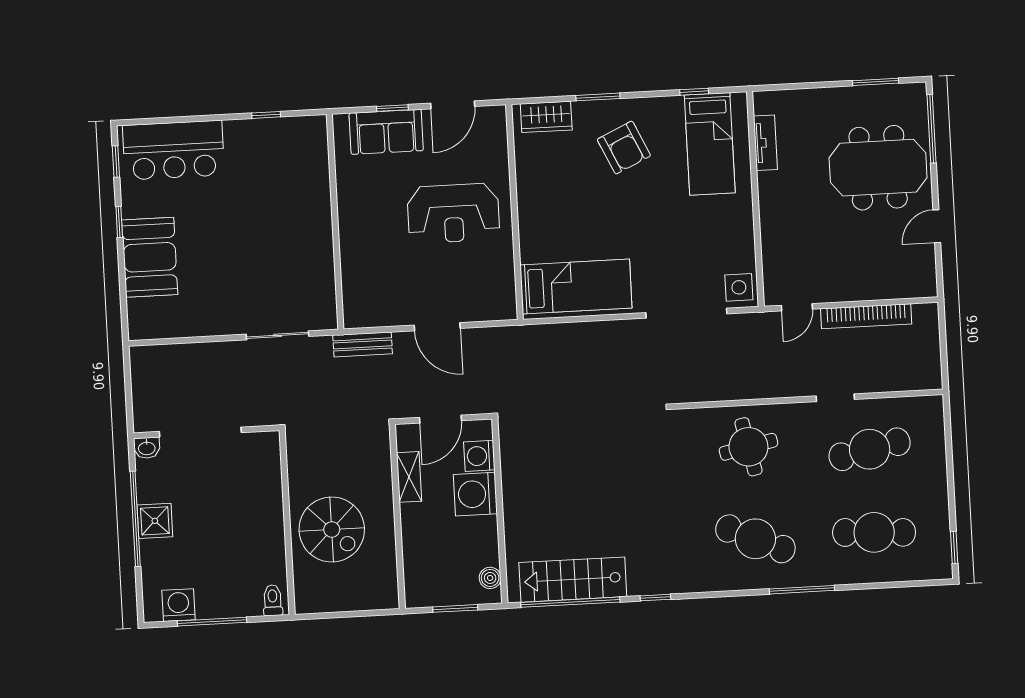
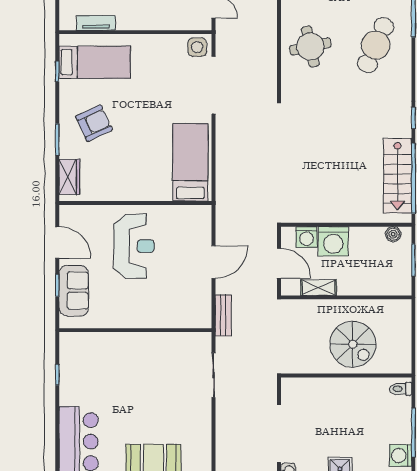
spiral stairs: (332, 529) -> (353, 344), turned 90

